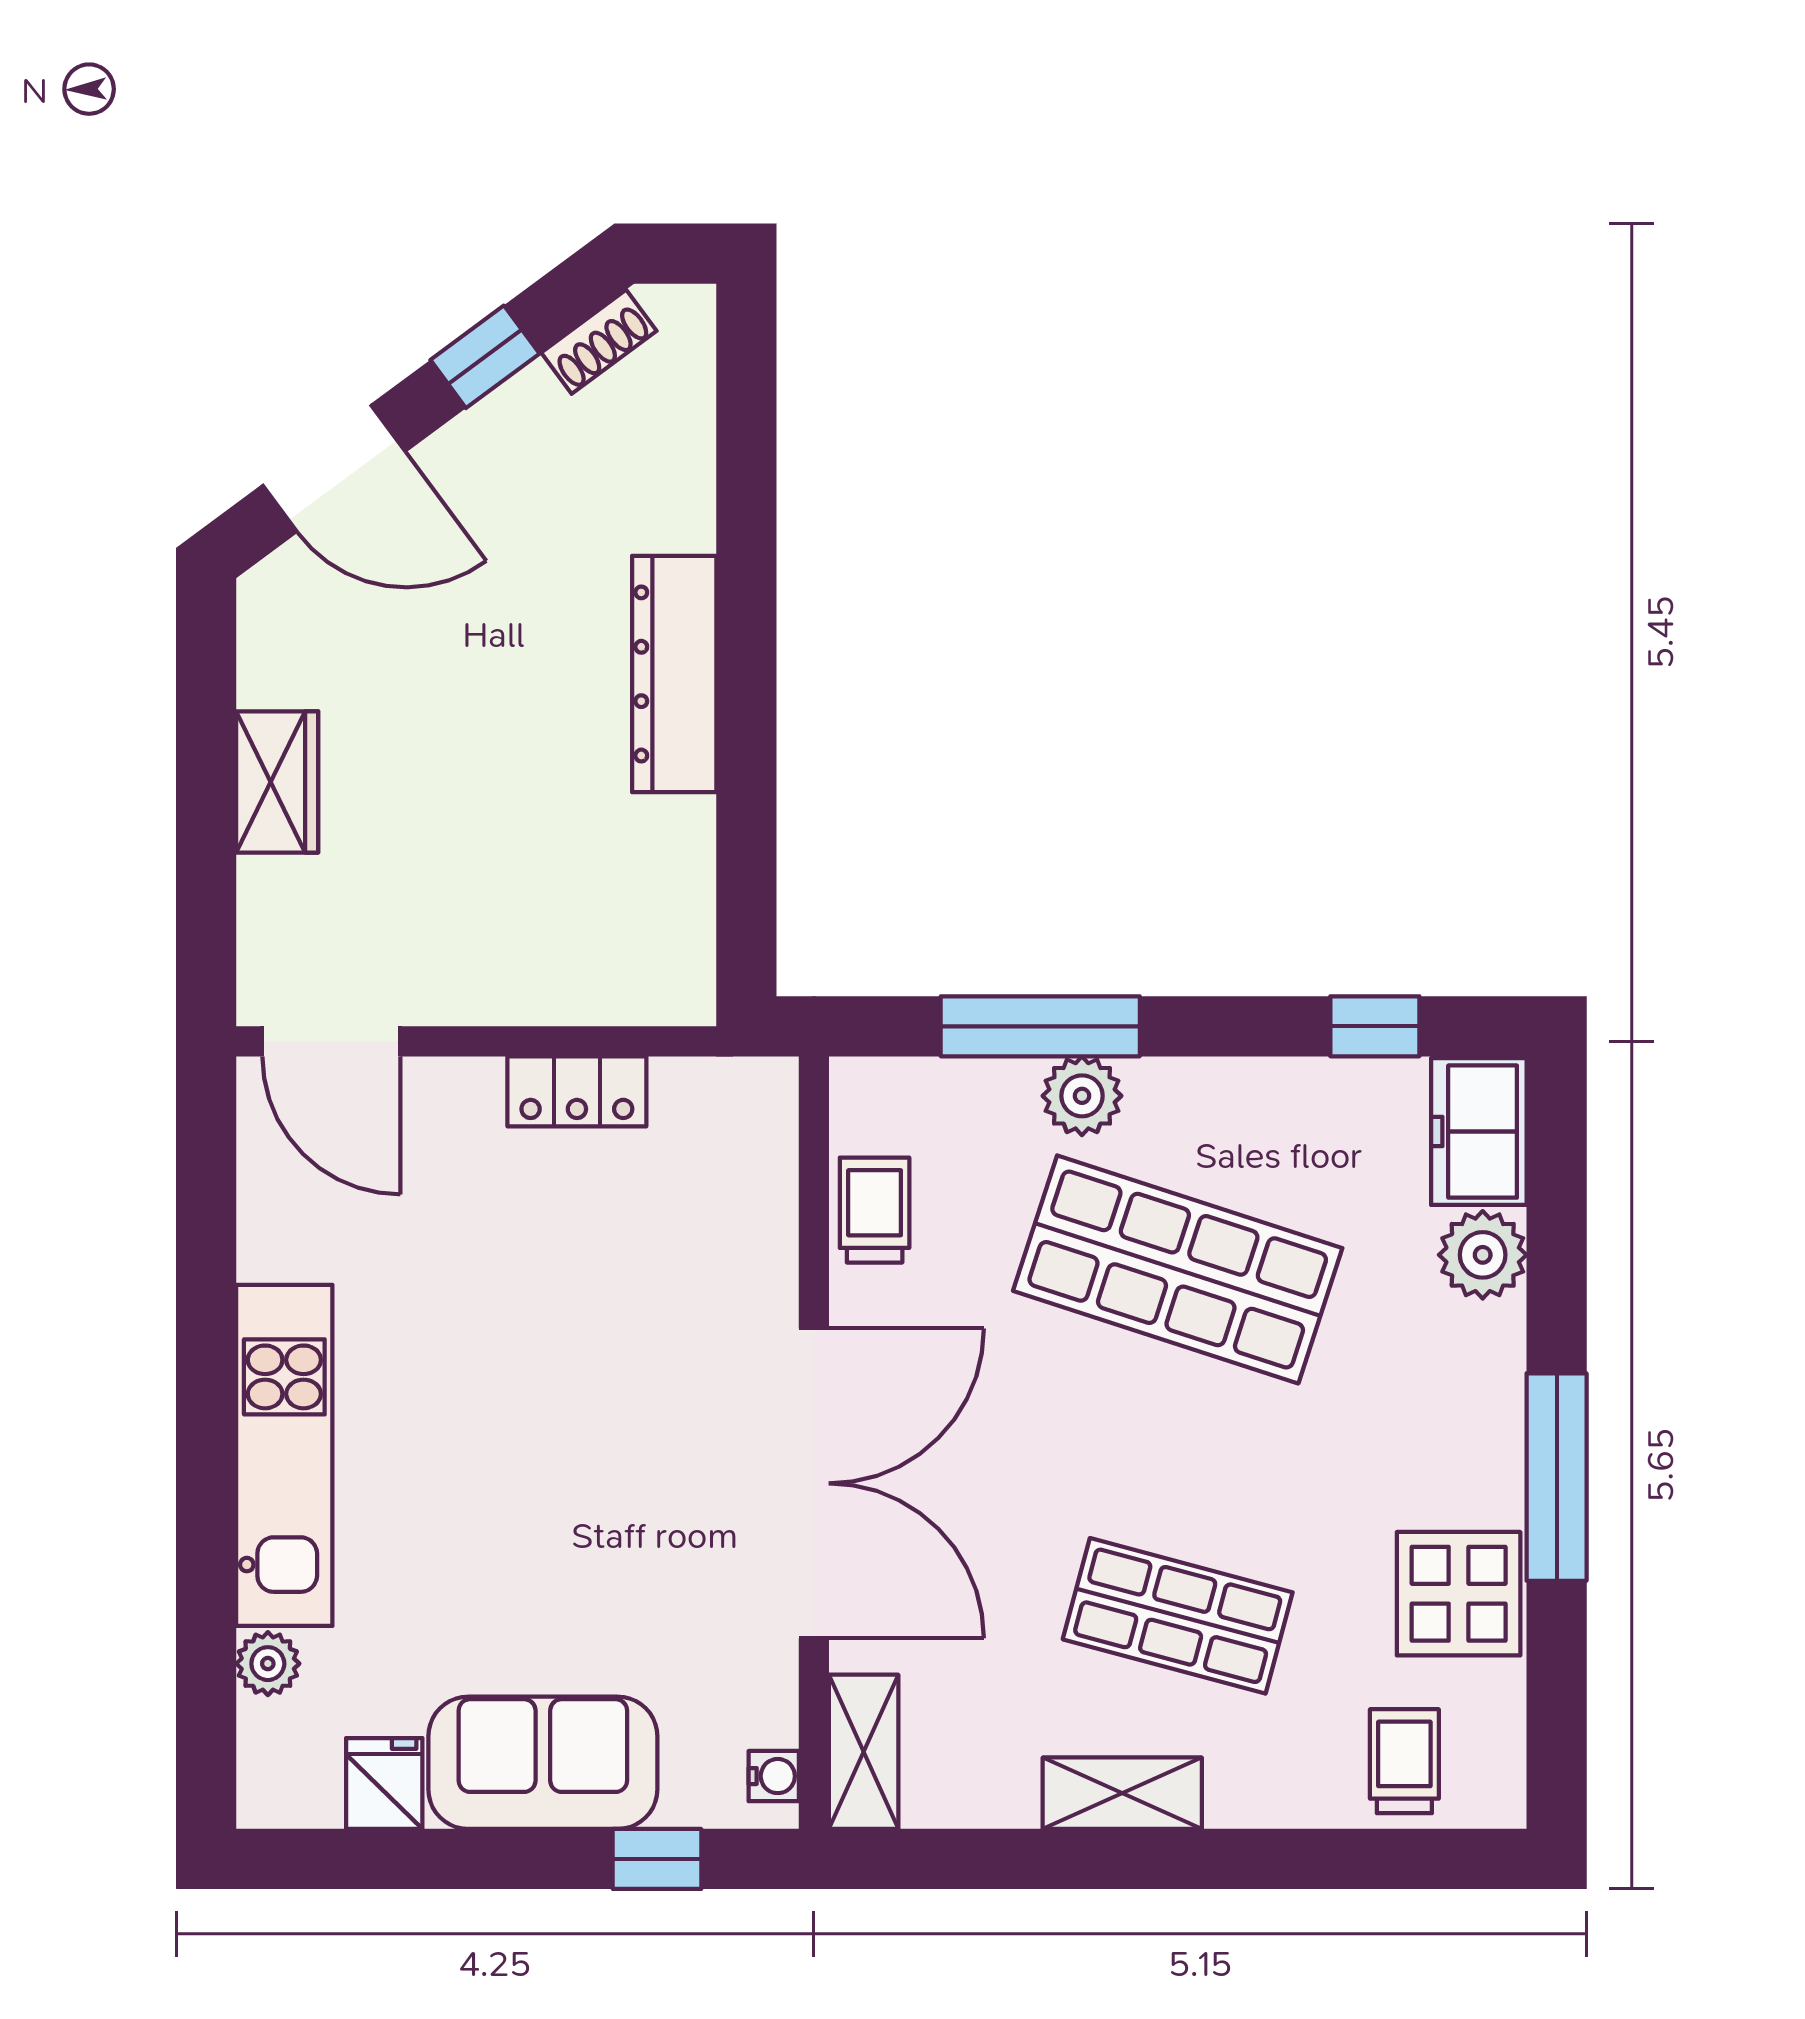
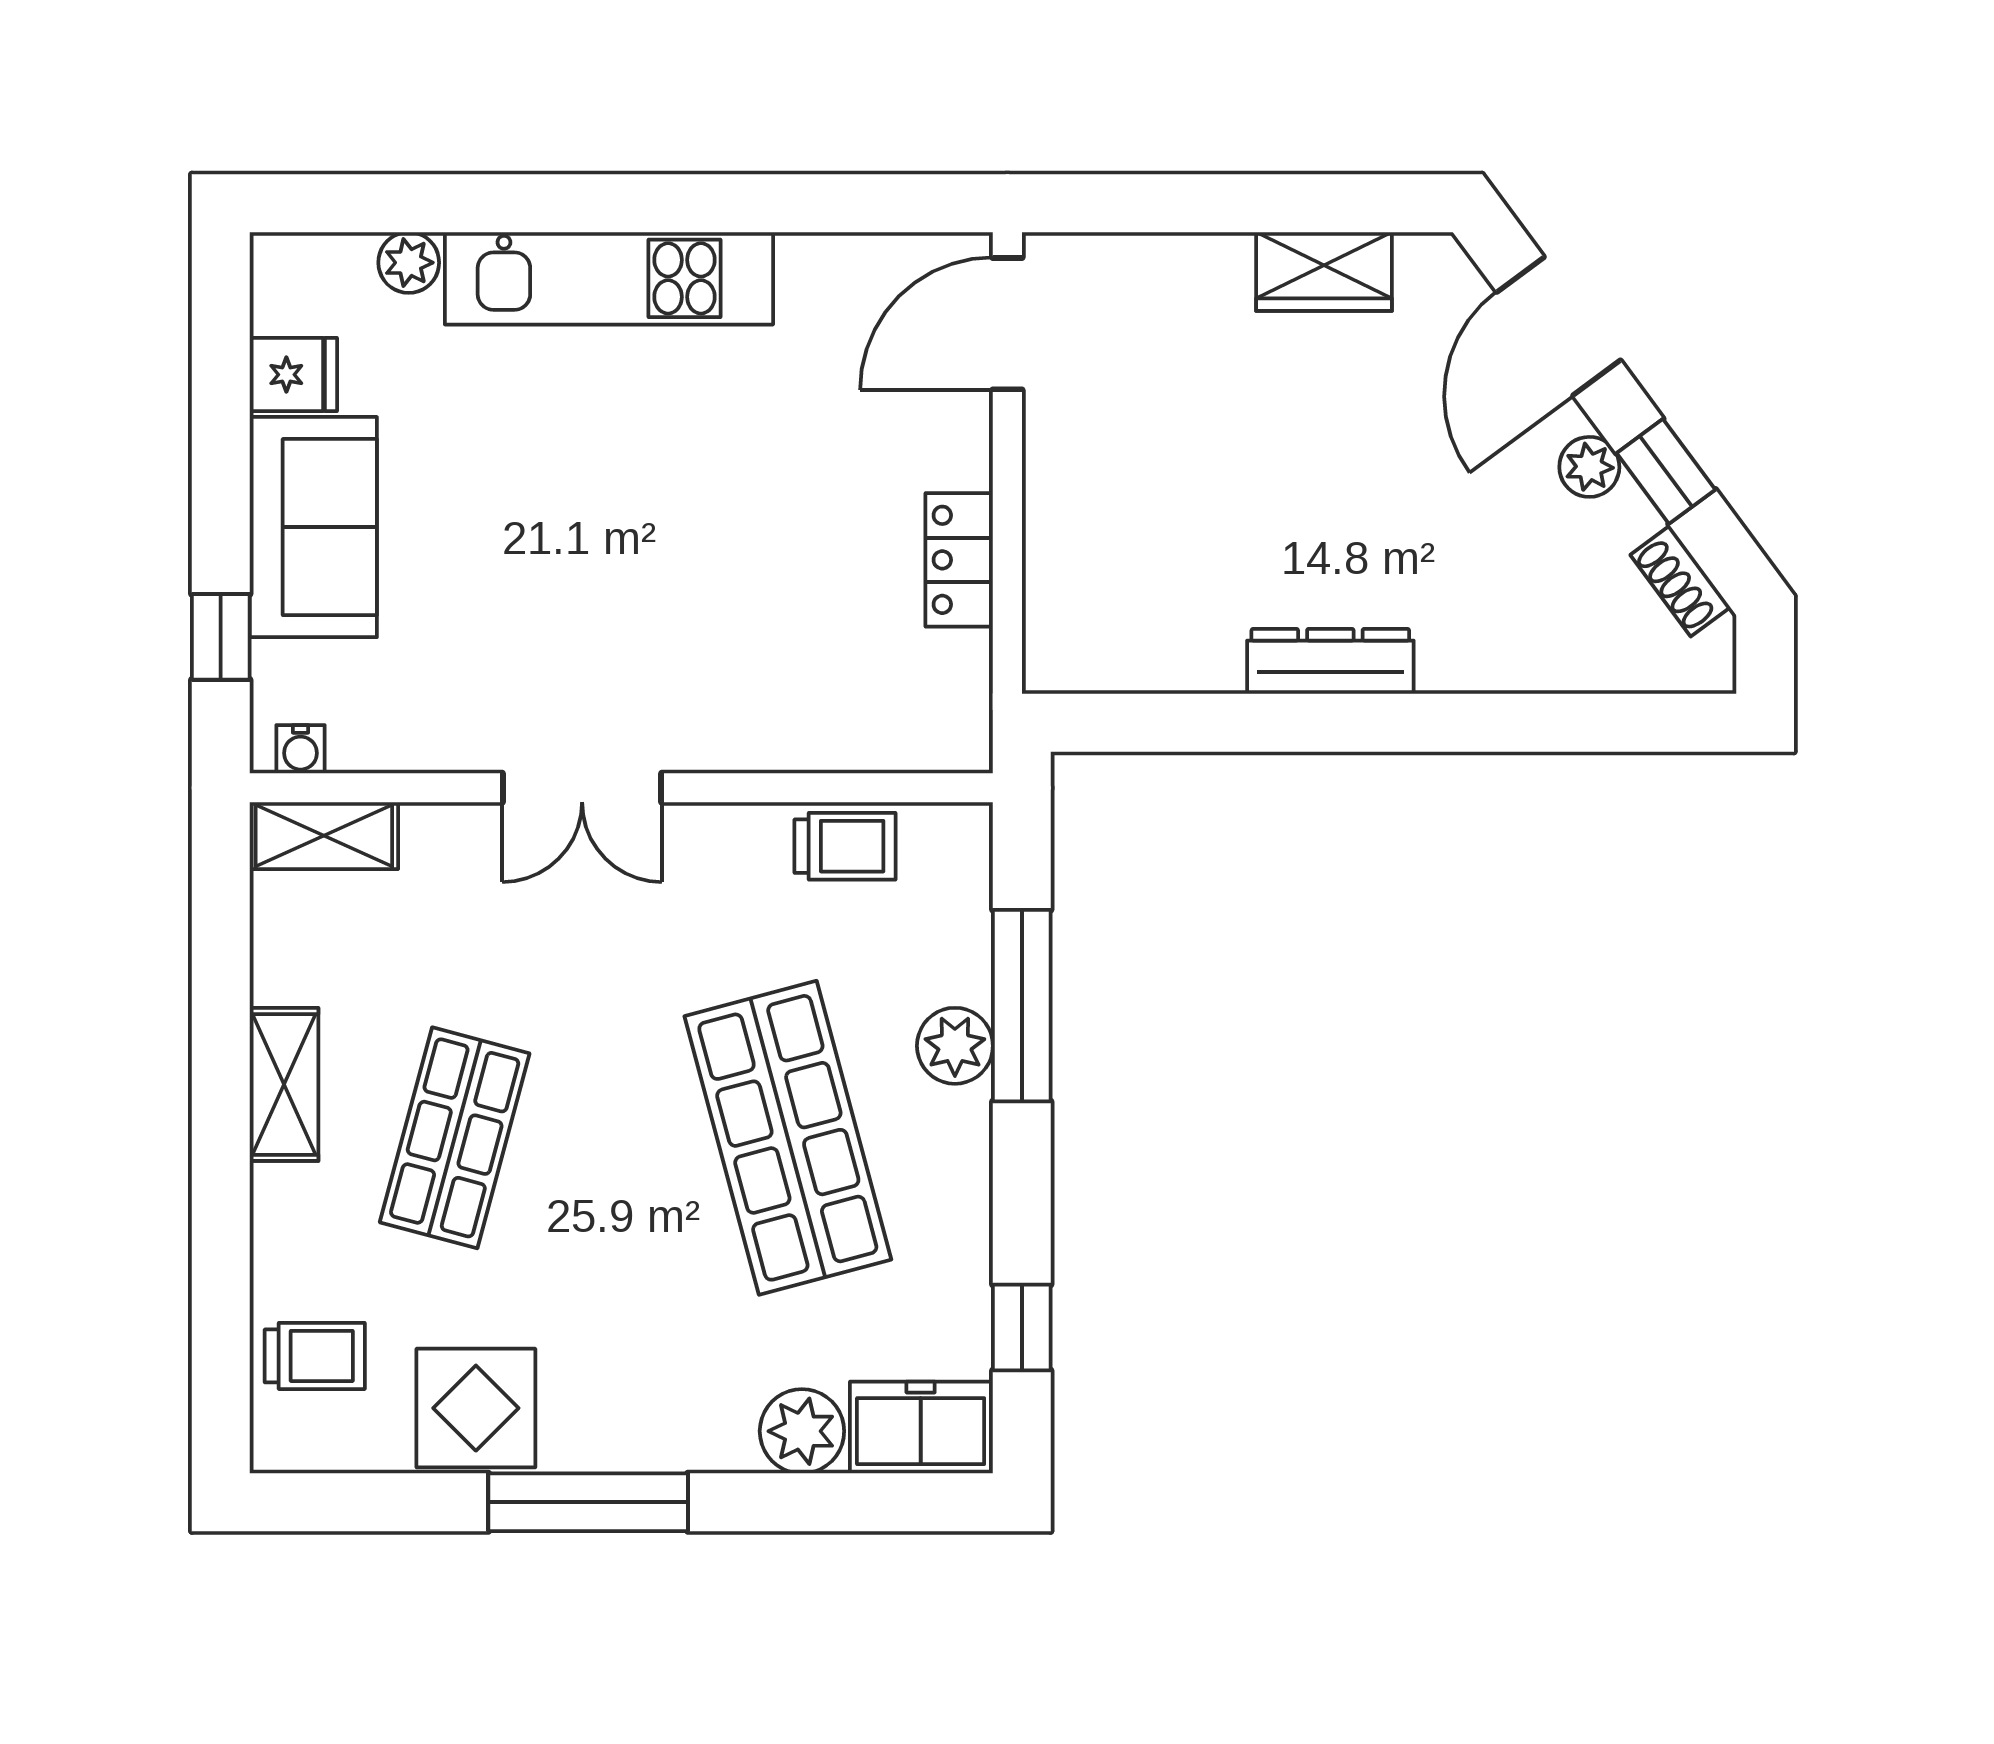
plant: (480, 436) -> (1589, 467), added
dresser: (674, 674) -> (1330, 661), width x0.73, depth x0.80
wardrobe: (277, 782) -> (1324, 272), moved
shop shelf: (1178, 1269) -> (788, 1138), turned -33
double door: (814, 1483) -> (582, 788), width x0.54

